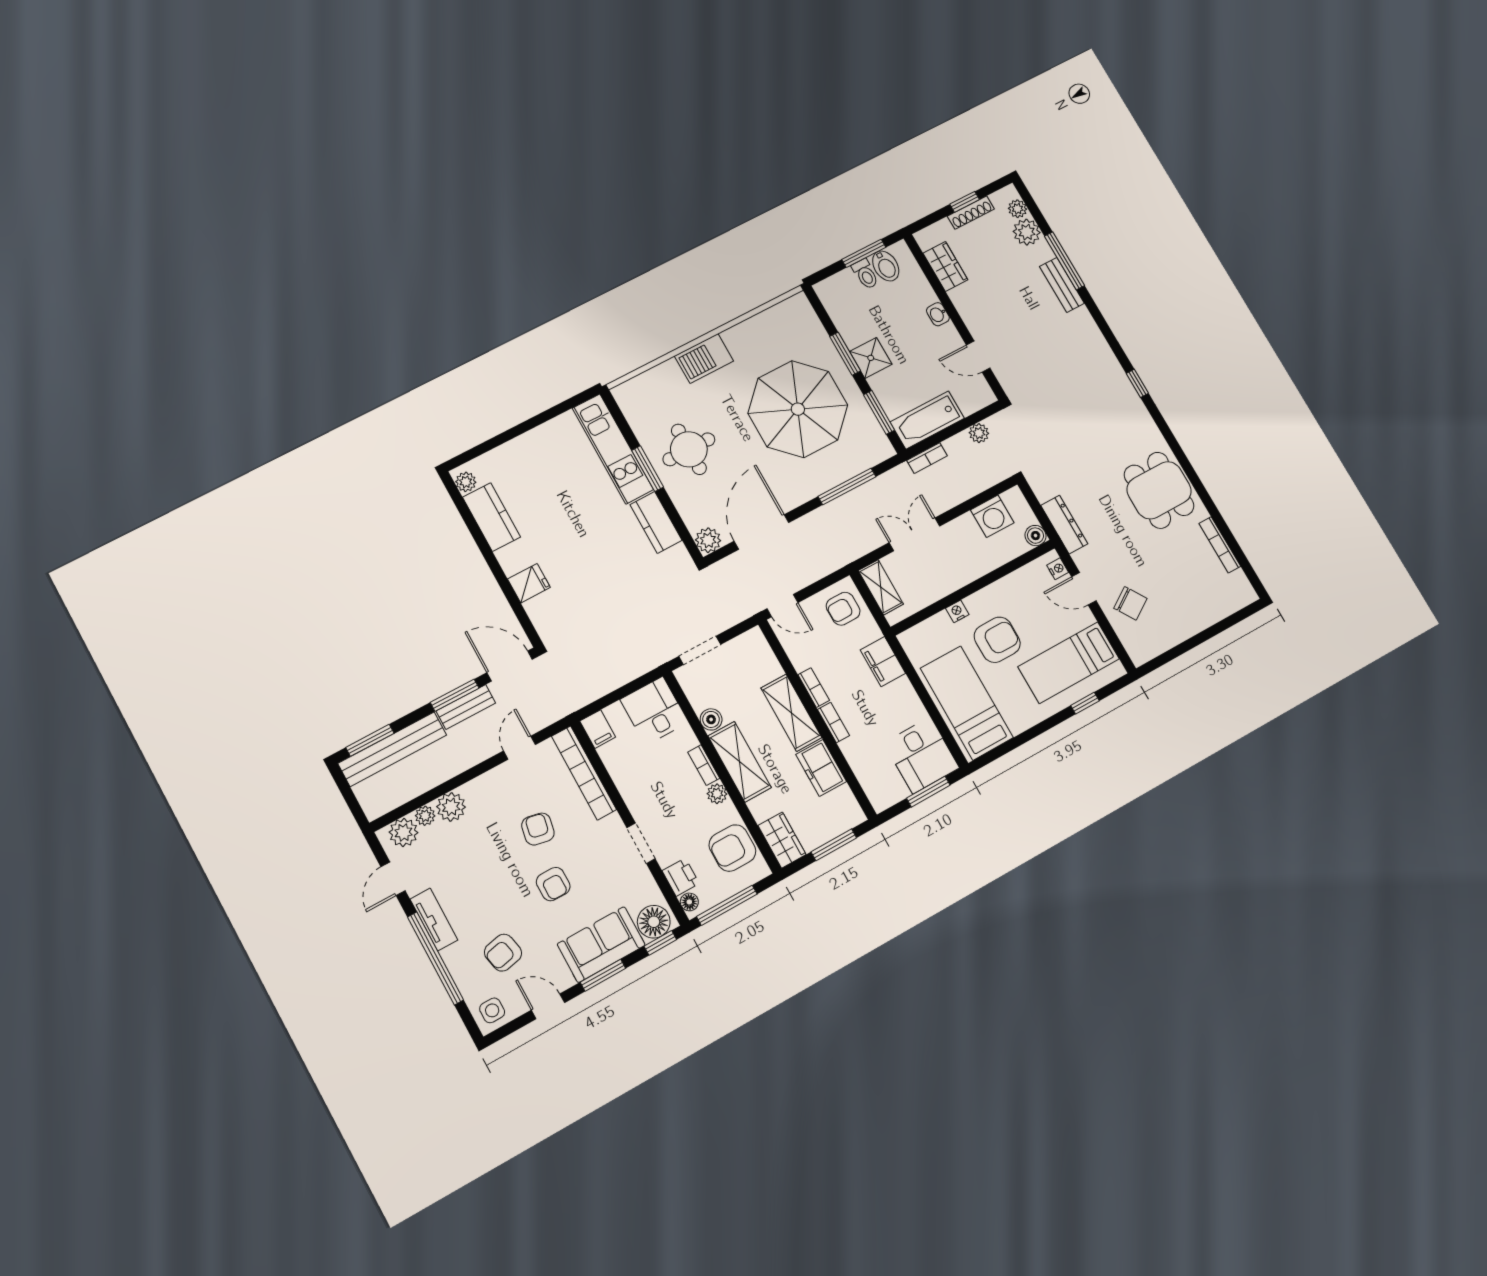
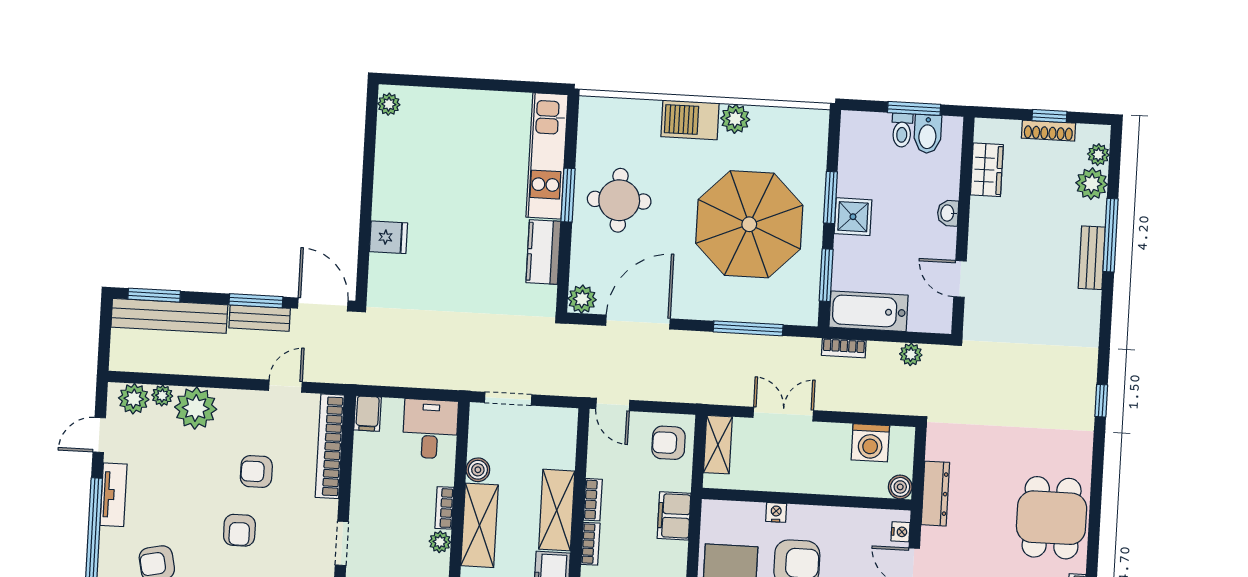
plant: (737, 338) -> (735, 119), added
kitchen counter: (492, 517) -> (392, 153), removed
plant: (451, 807) -> (196, 408), width x1.36, depth x1.36
armchair: (538, 829) -> (256, 471), turned -101

